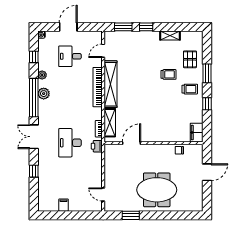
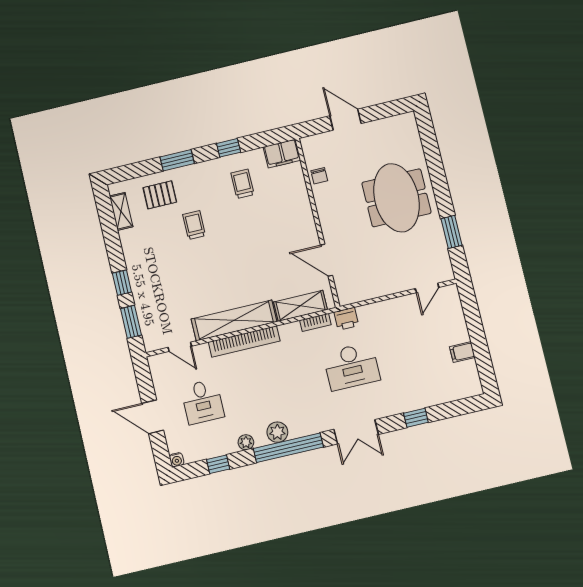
shelving: (170, 36) -> (121, 211), moved
trolley: (190, 89) -> (242, 184), moved

